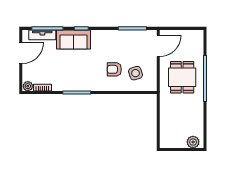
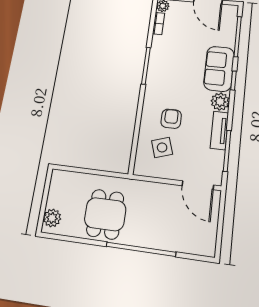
tv unit: (42, 35) -> (219, 130), moved
plant: (98, 36) -> (220, 102), added
dining table: (182, 77) -> (105, 214), moved, turned 90

